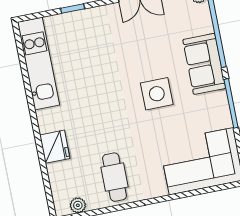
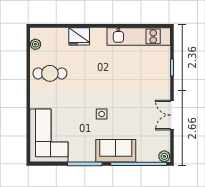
side table: (157, 94) -> (102, 114), width x0.54, depth x0.54

